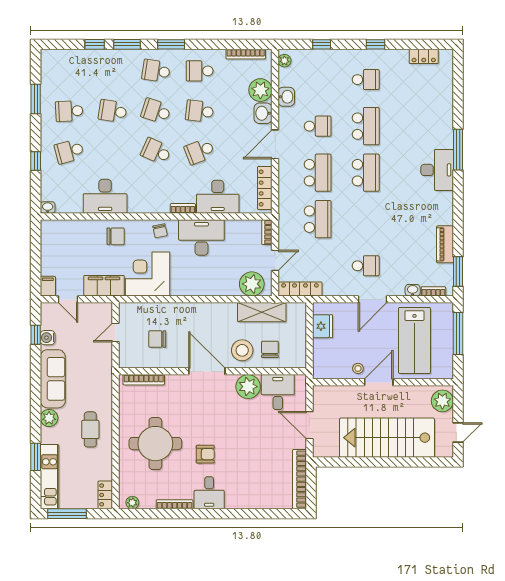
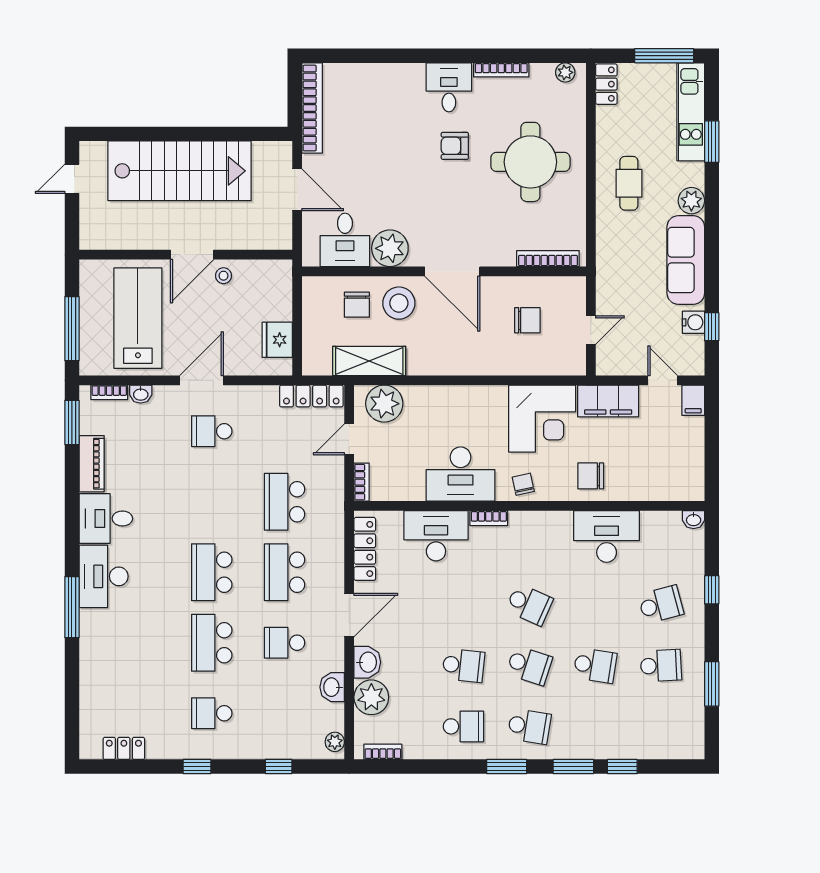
bookcase: (246, 54) -> (383, 752), width x0.64
school desk: (200, 151) -> (463, 605), removed
desk: (436, 208) -> (106, 519), added
plant: (442, 401) -> (96, 227), removed

